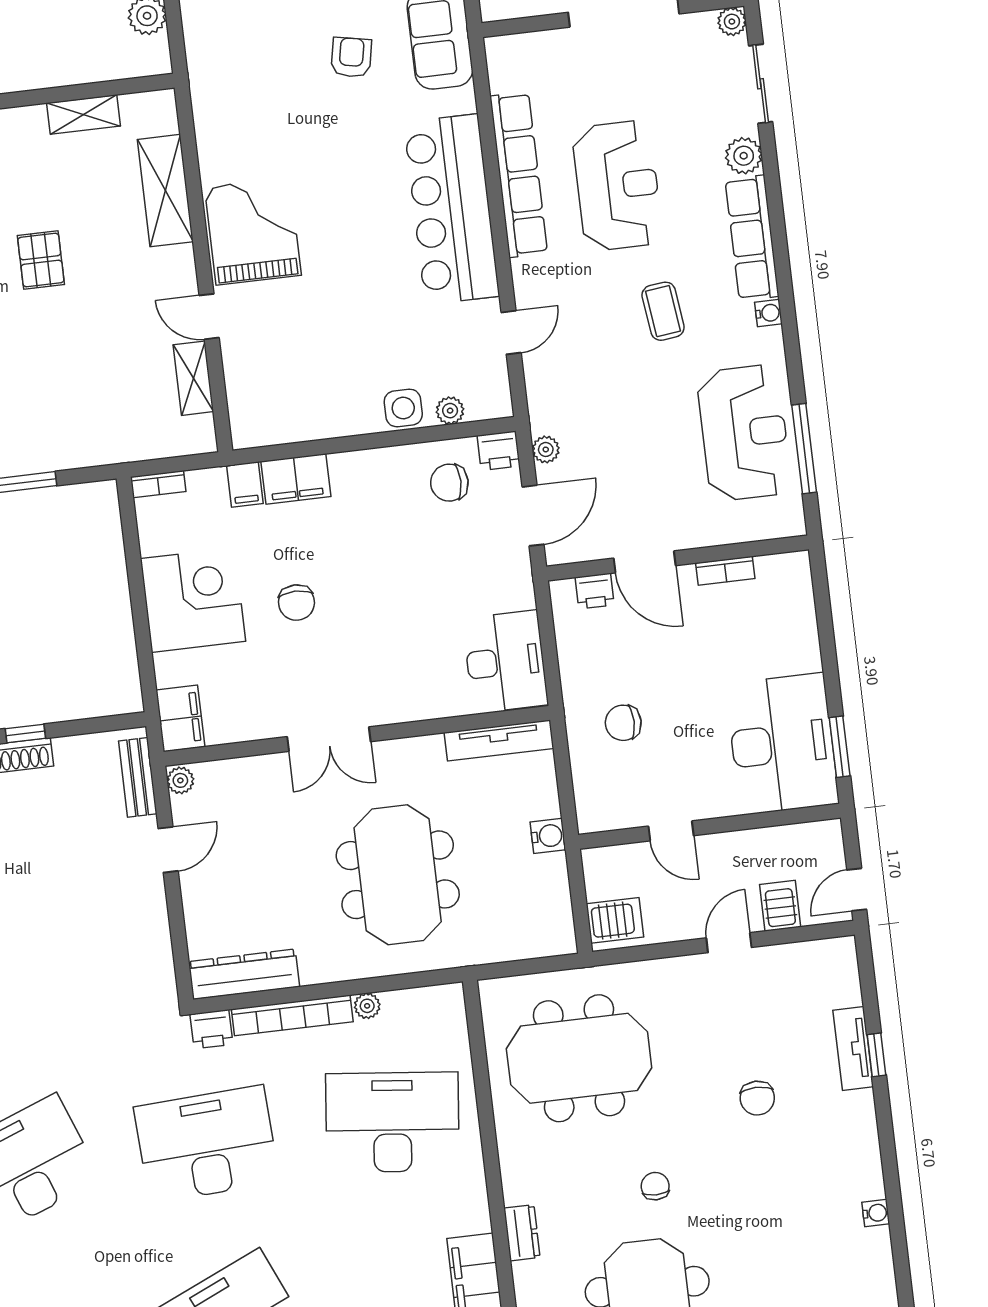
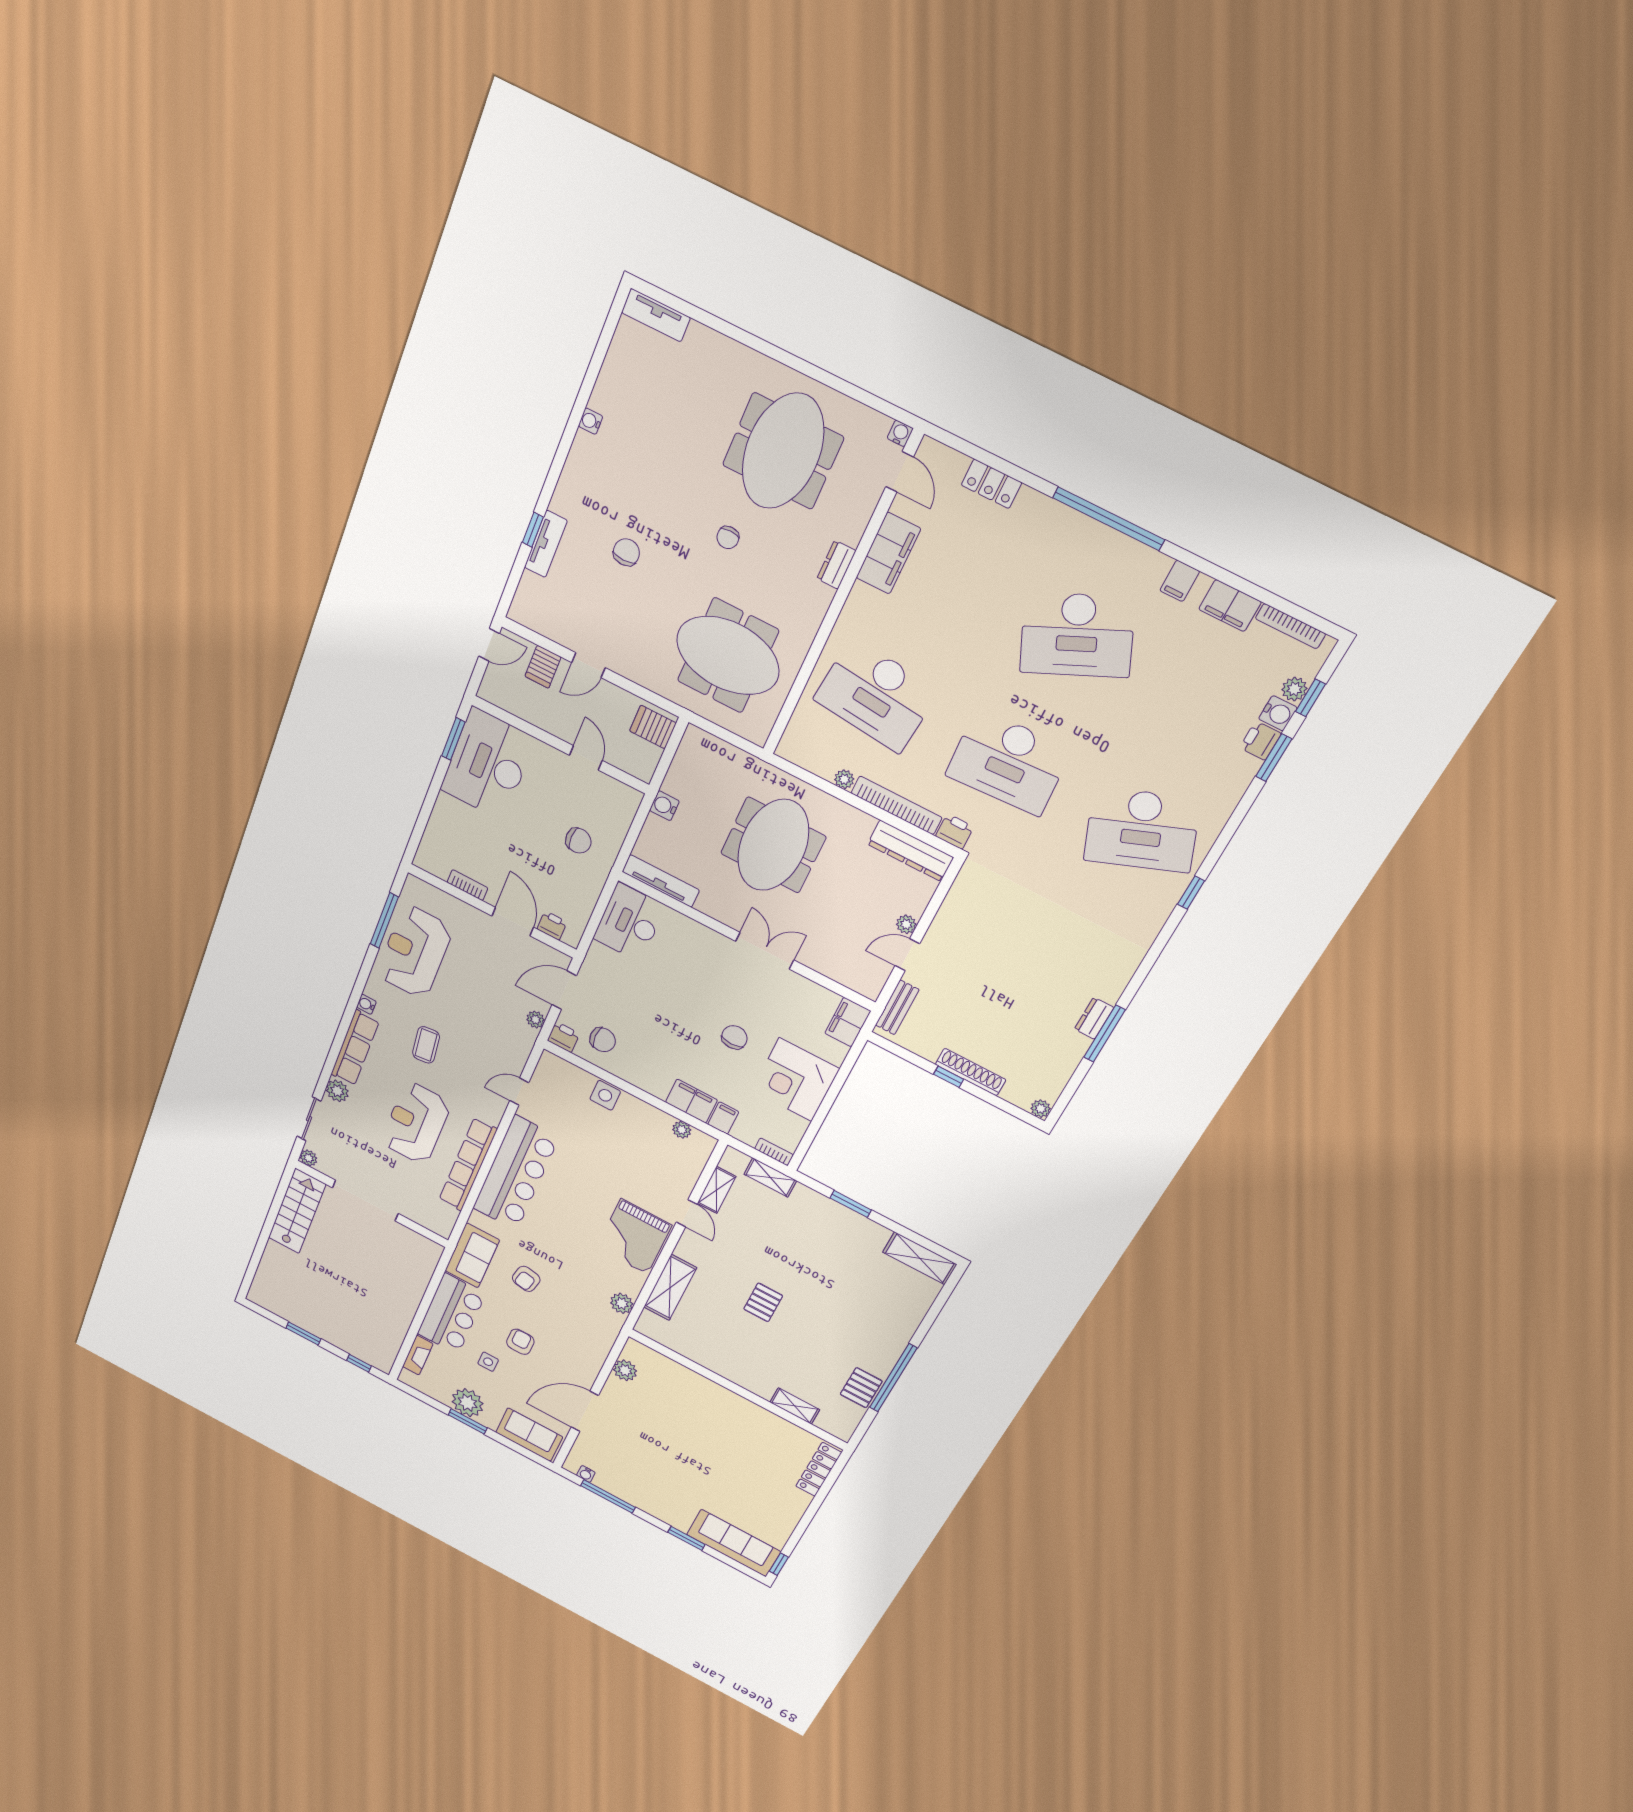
shelving: (83, 114) -> (770, 1177), moved
plant: (211, 117) -> (622, 1303), added
plant: (450, 411) -> (682, 1130), moved
plant: (180, 780) -> (906, 924), moved

